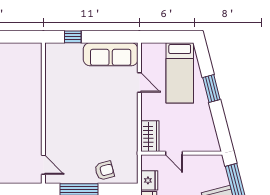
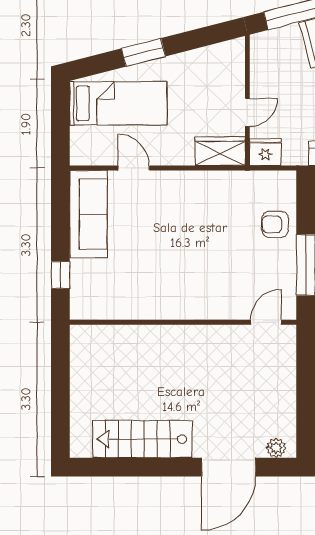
door: (139, 82) -> (134, 168), hinge flipped
armchair: (104, 171) -> (275, 224), turned -75
fridge: (149, 180) -> (265, 152), moved

